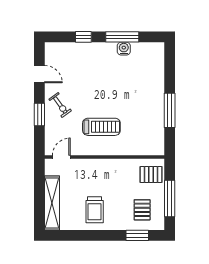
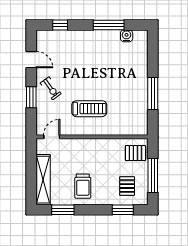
window: (83, 37) -> (60, 25), moved
water cooler: (124, 49) -> (127, 36), moved
window: (73, 235) -> (63, 210), added

